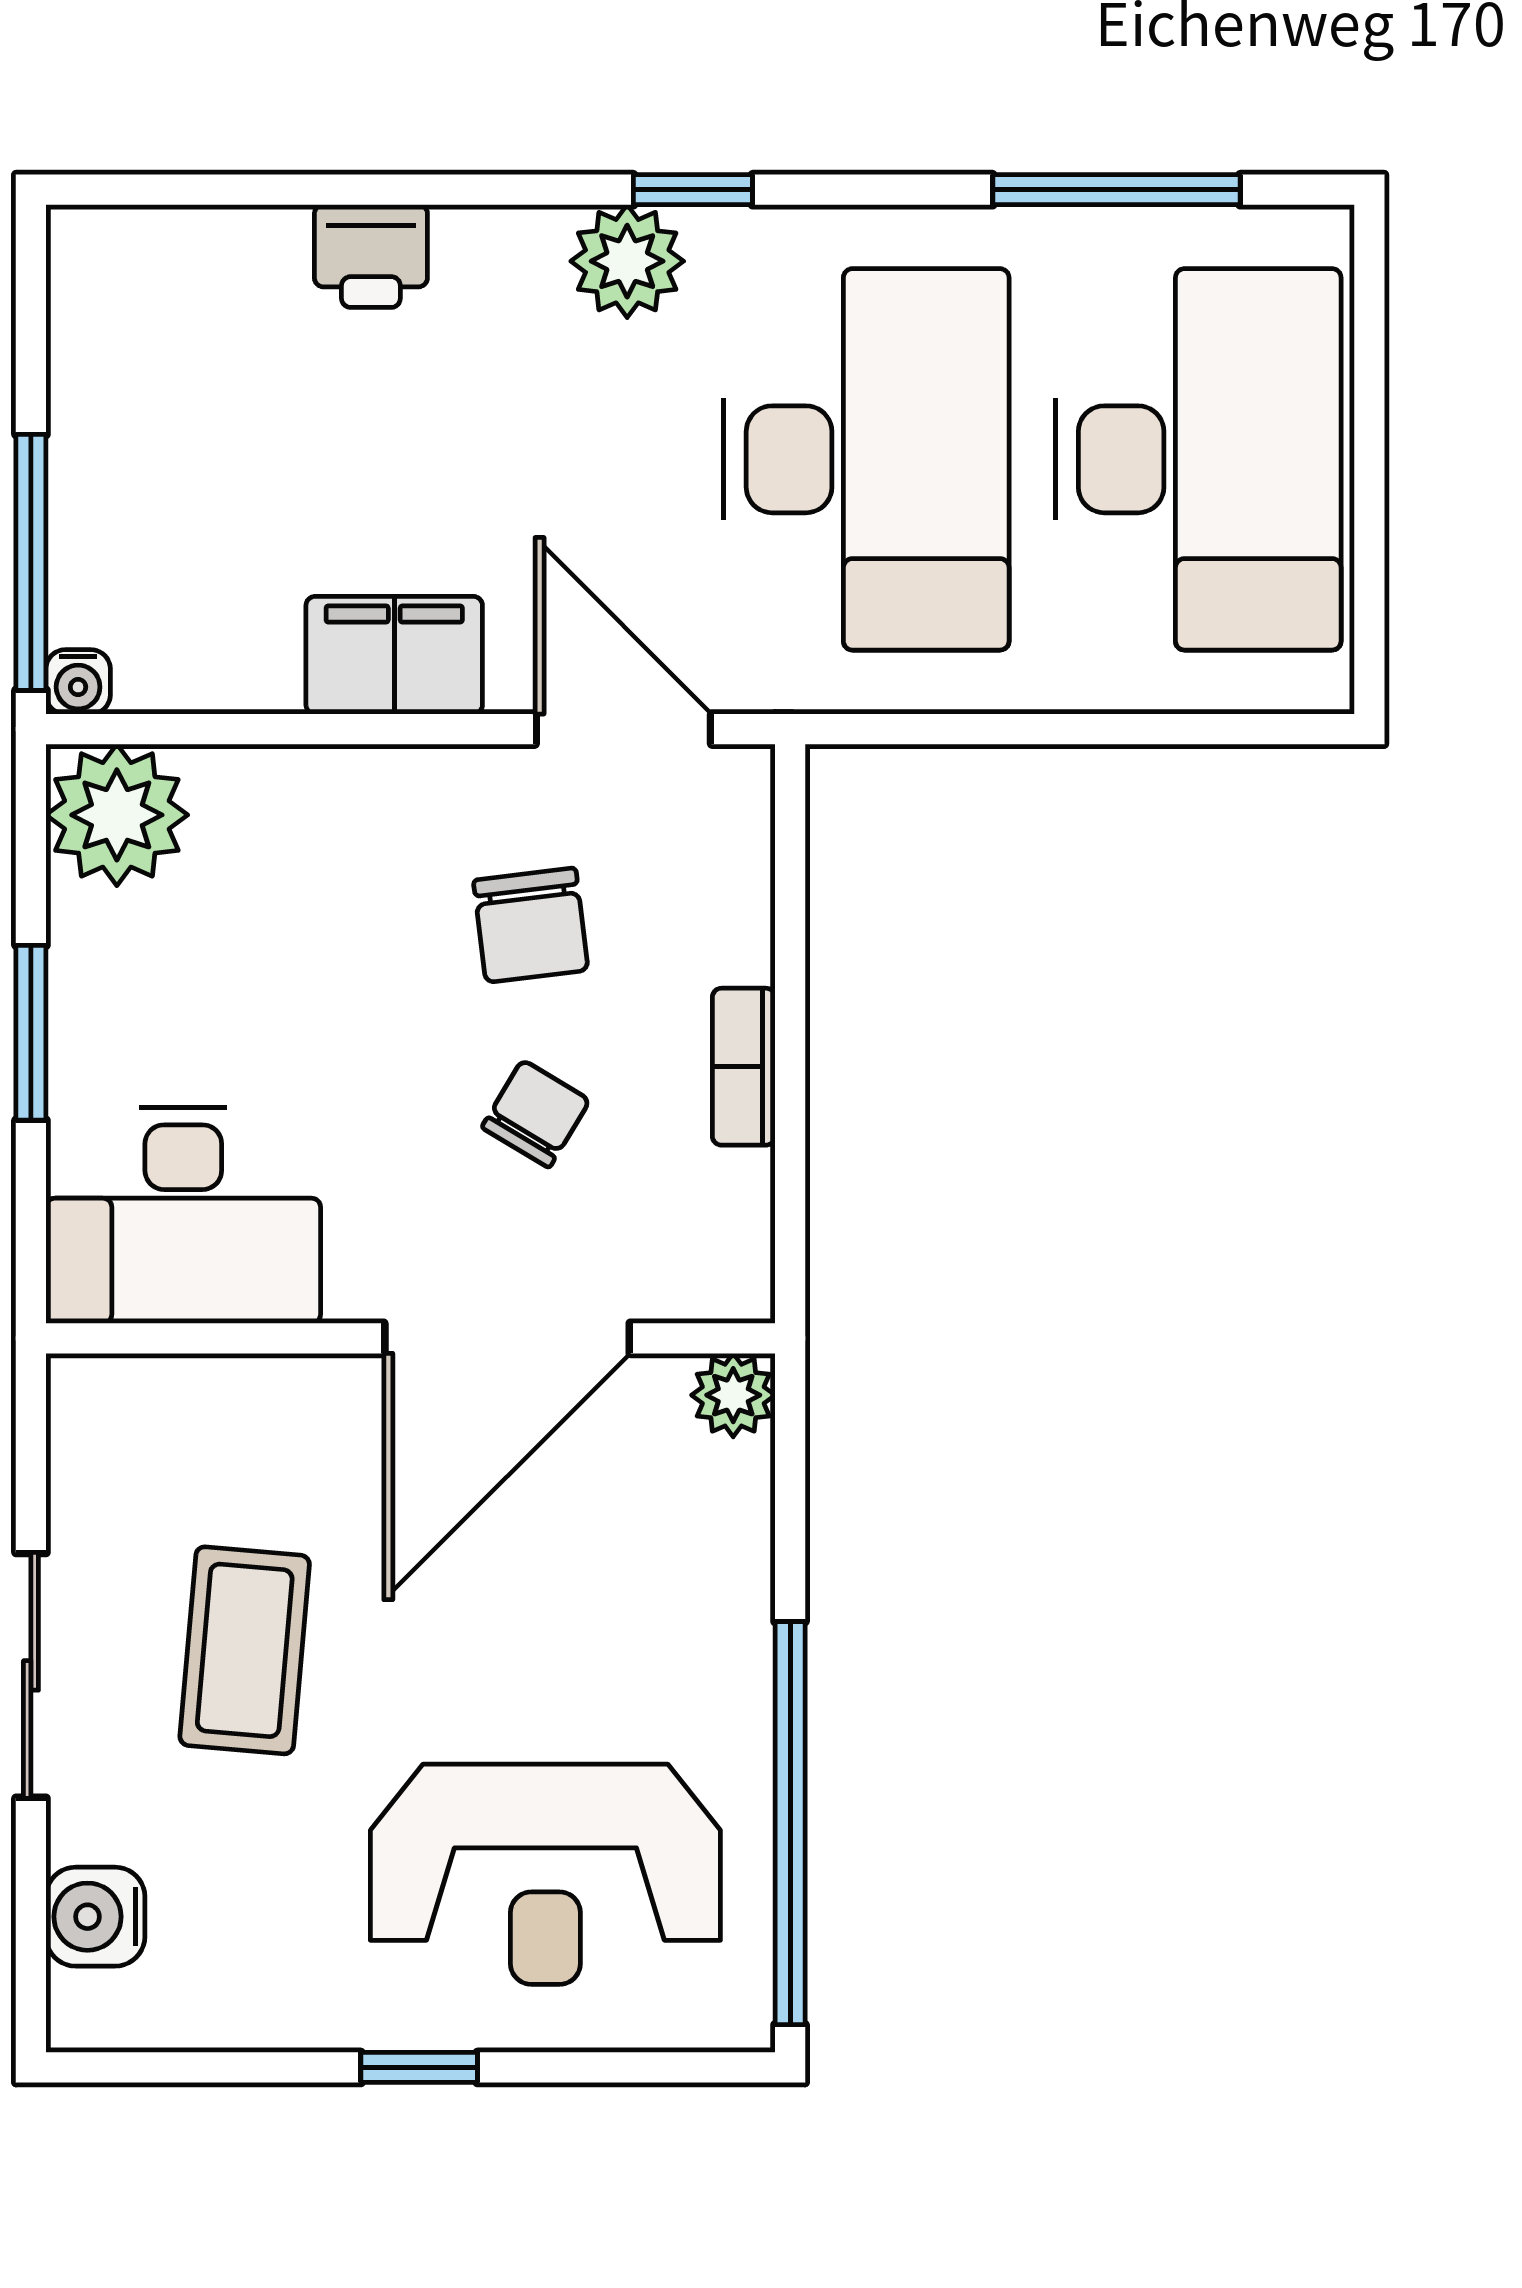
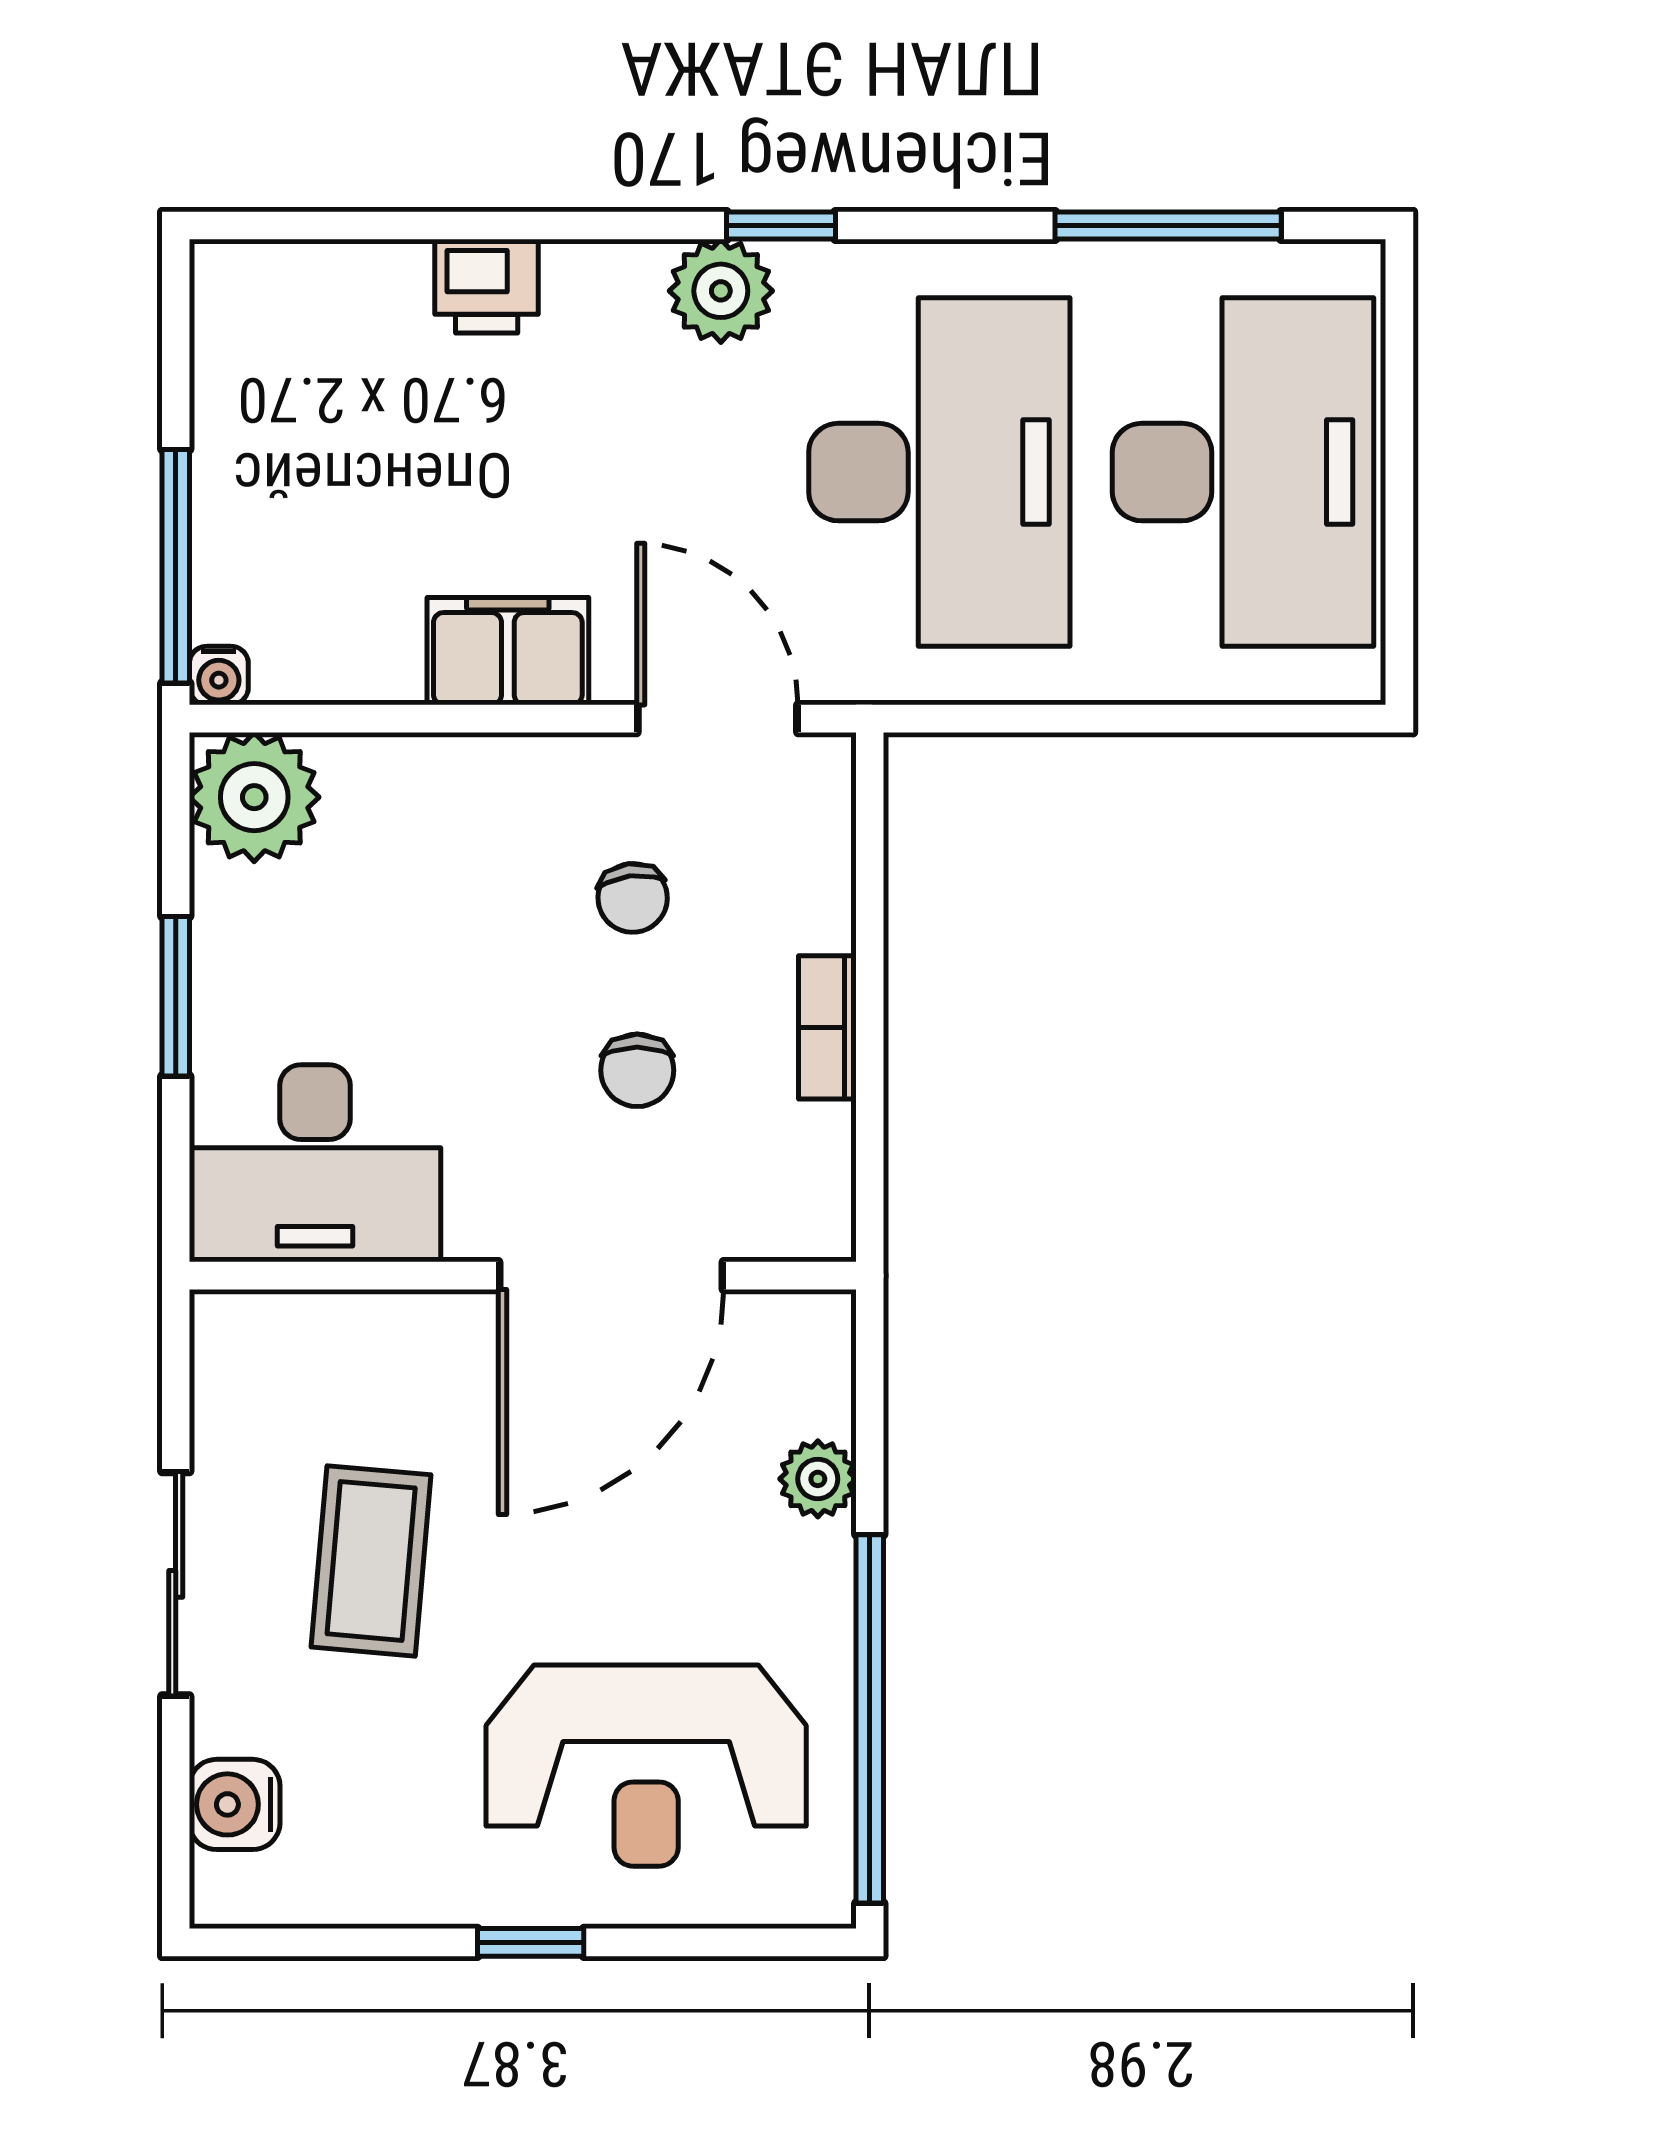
chair: (531, 925) -> (633, 898), width x0.73, depth x0.73
chair: (536, 1114) -> (637, 1070), turned 149
plant: (733, 1395) -> (818, 1479), moved

